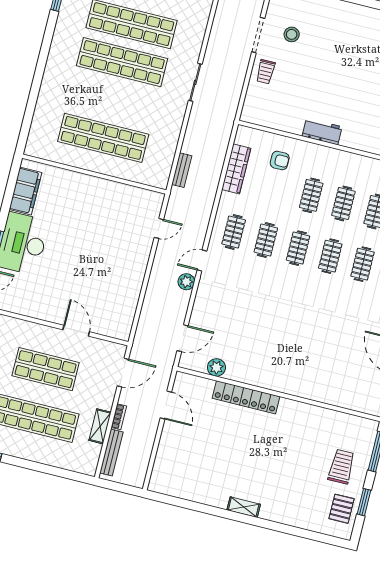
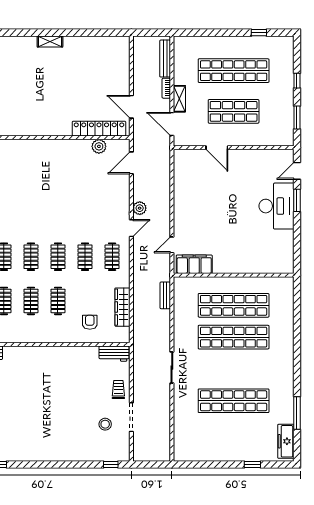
shop shelf: (122, 62) -> (234, 337), moved
workbench: (322, 131) -> (114, 354), moved
armchair: (280, 160) -> (90, 322), turned 90
filing cabinet: (25, 191) -> (194, 264), moved, turned 90
door: (123, 373) -> (172, 124), hinge flipped
locker: (246, 397) -> (99, 129), moved
shelving: (100, 426) -> (179, 99), moved

